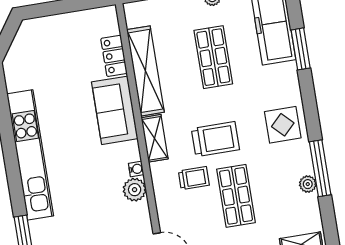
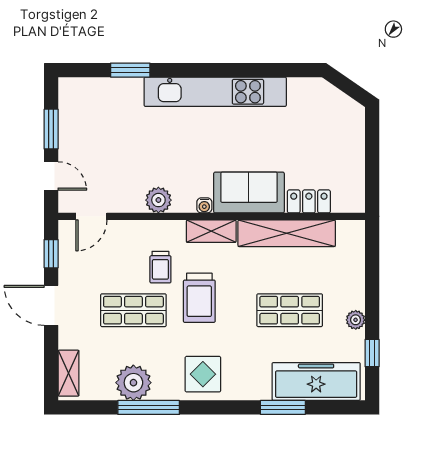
water cooler: (136, 169) -> (204, 205), moved
plant: (308, 184) -> (133, 383), width x1.88, depth x1.88

